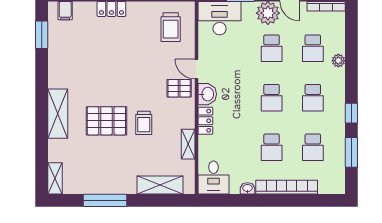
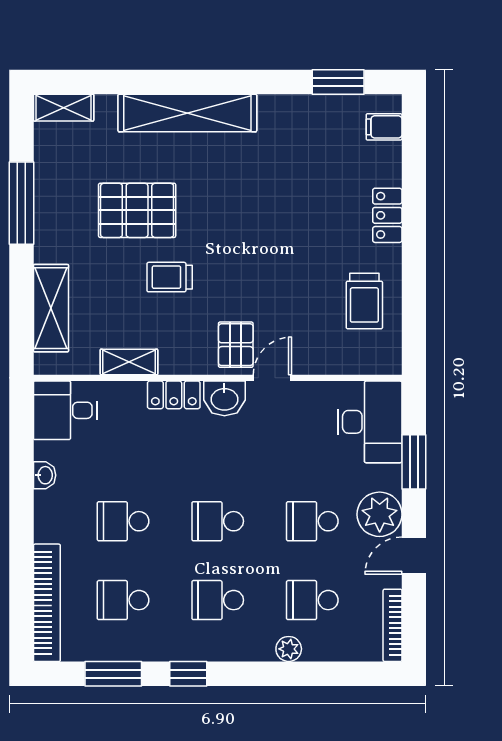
trolley: (171, 27) -> (364, 301), moved, turned -90
shelving: (58, 114) -> (187, 113), width x1.47
pallet: (106, 121) -> (137, 210), moved, turned 90
bookcase: (287, 187) -> (47, 603), moved

